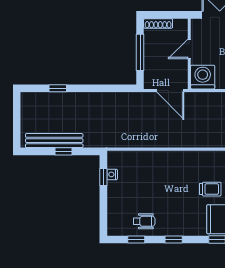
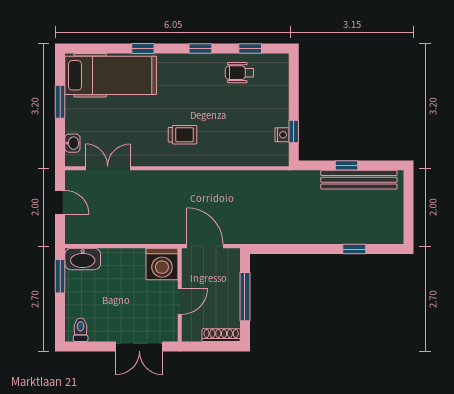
trolley: (210, 189) -> (183, 135), moved, turned 180

